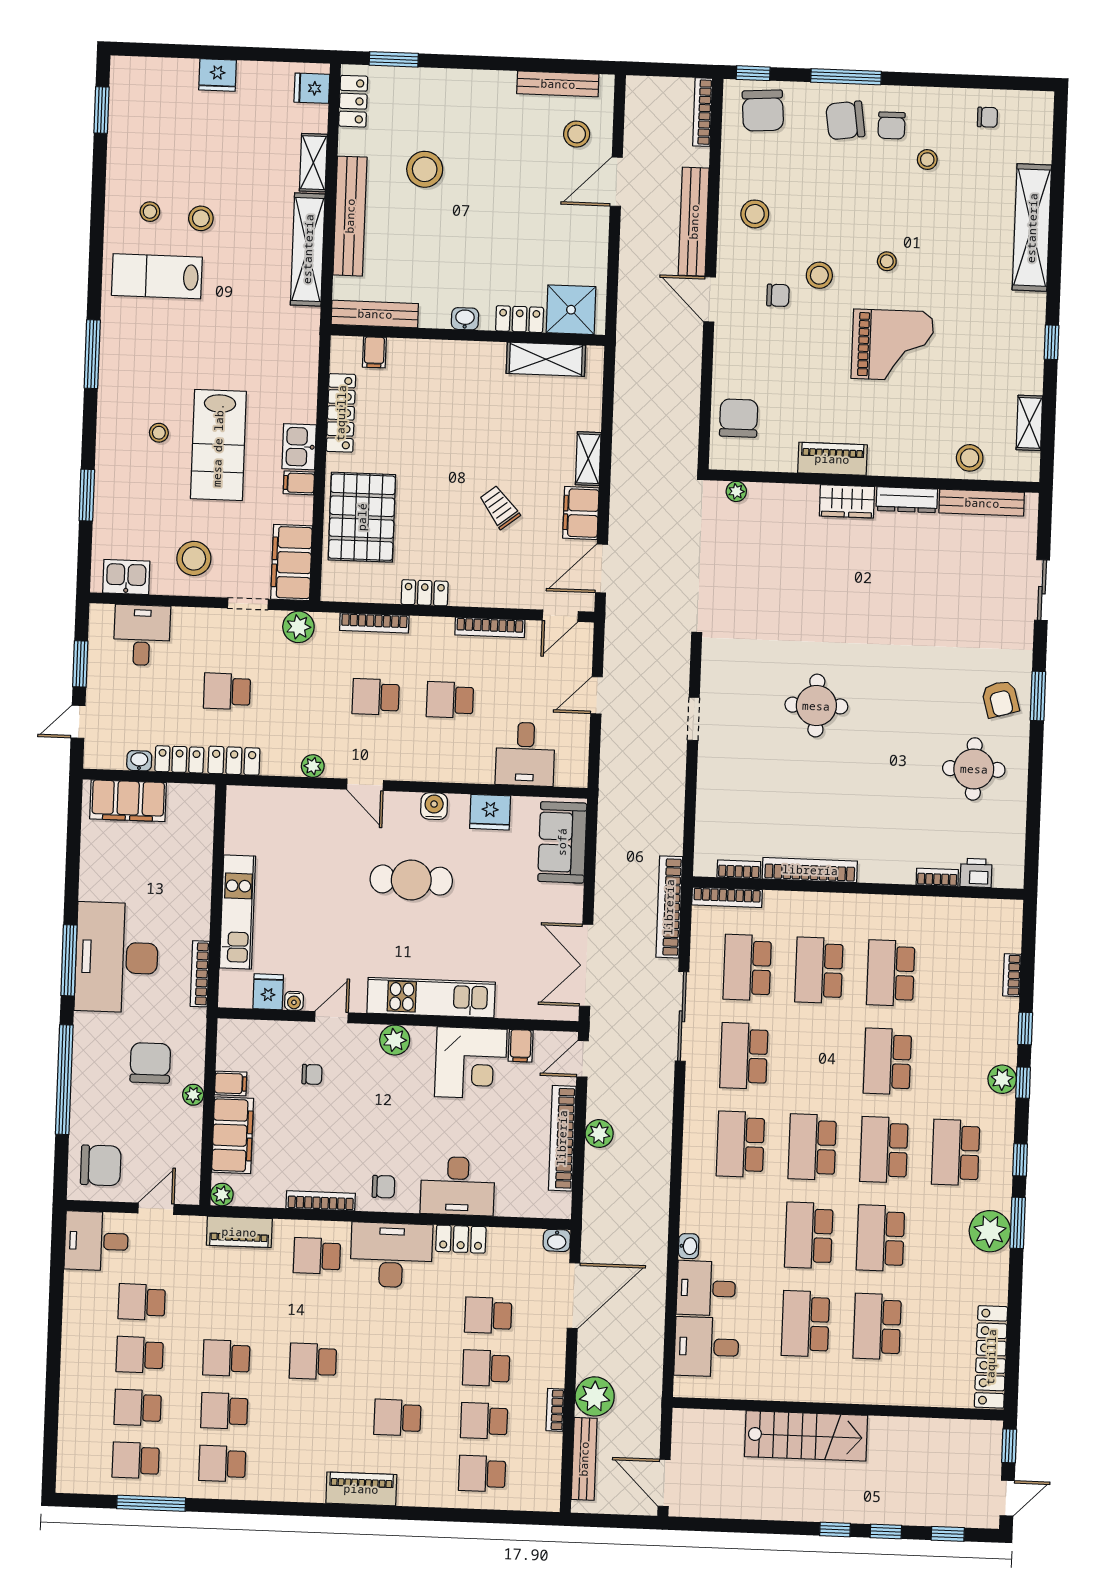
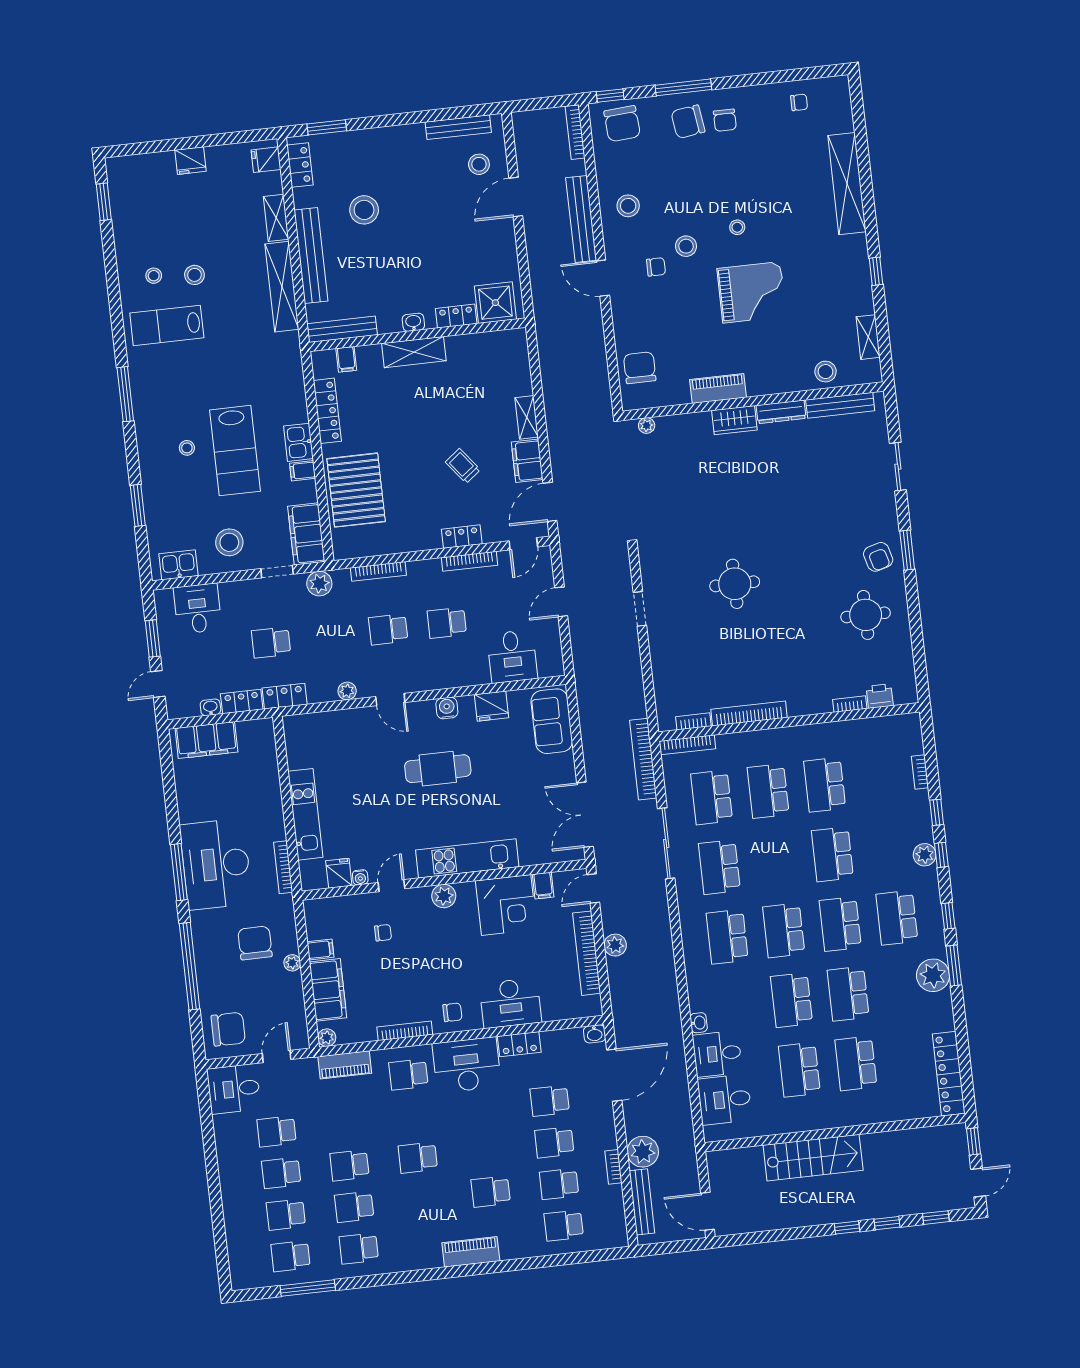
stool: (927, 160) -> (757, 143), removed
shelving: (546, 359) -> (414, 352), moved
locker: (425, 593) -> (462, 537), moved

